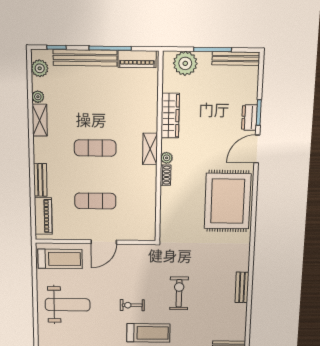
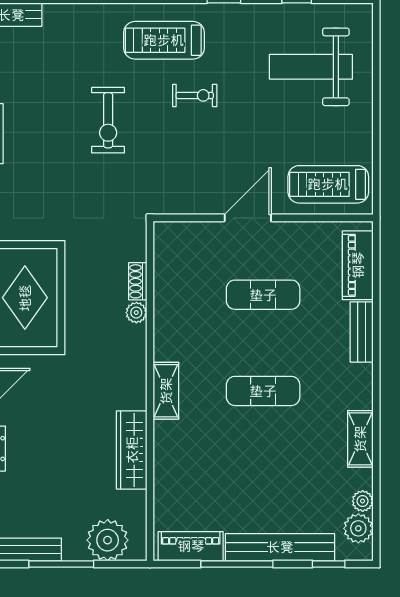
plant: (38, 97) -> (363, 501), moved
plant: (167, 158) -> (136, 313), moved
shoe rack: (165, 175) -> (138, 281), moved
weight bench: (68, 305) -> (311, 67), moved

